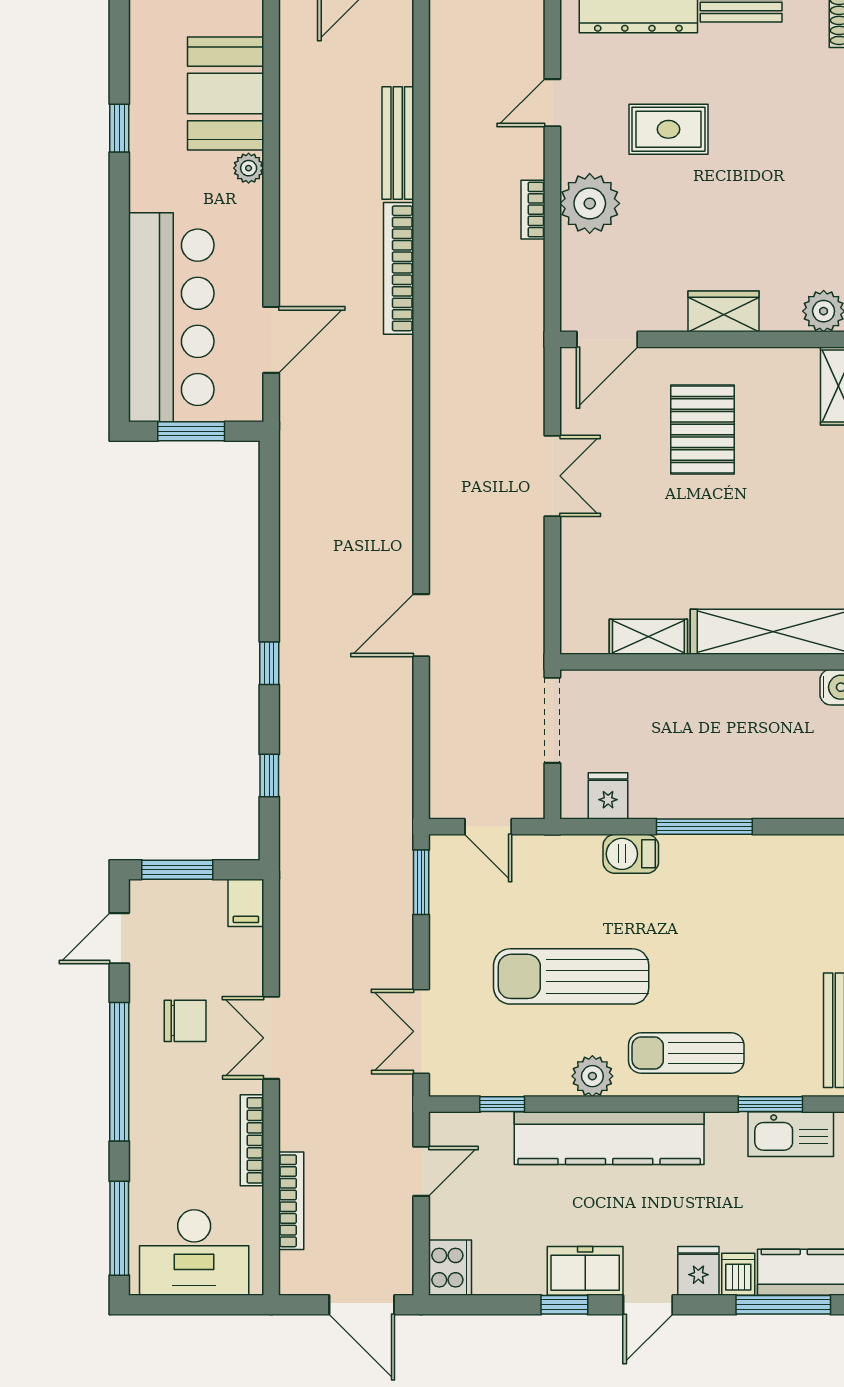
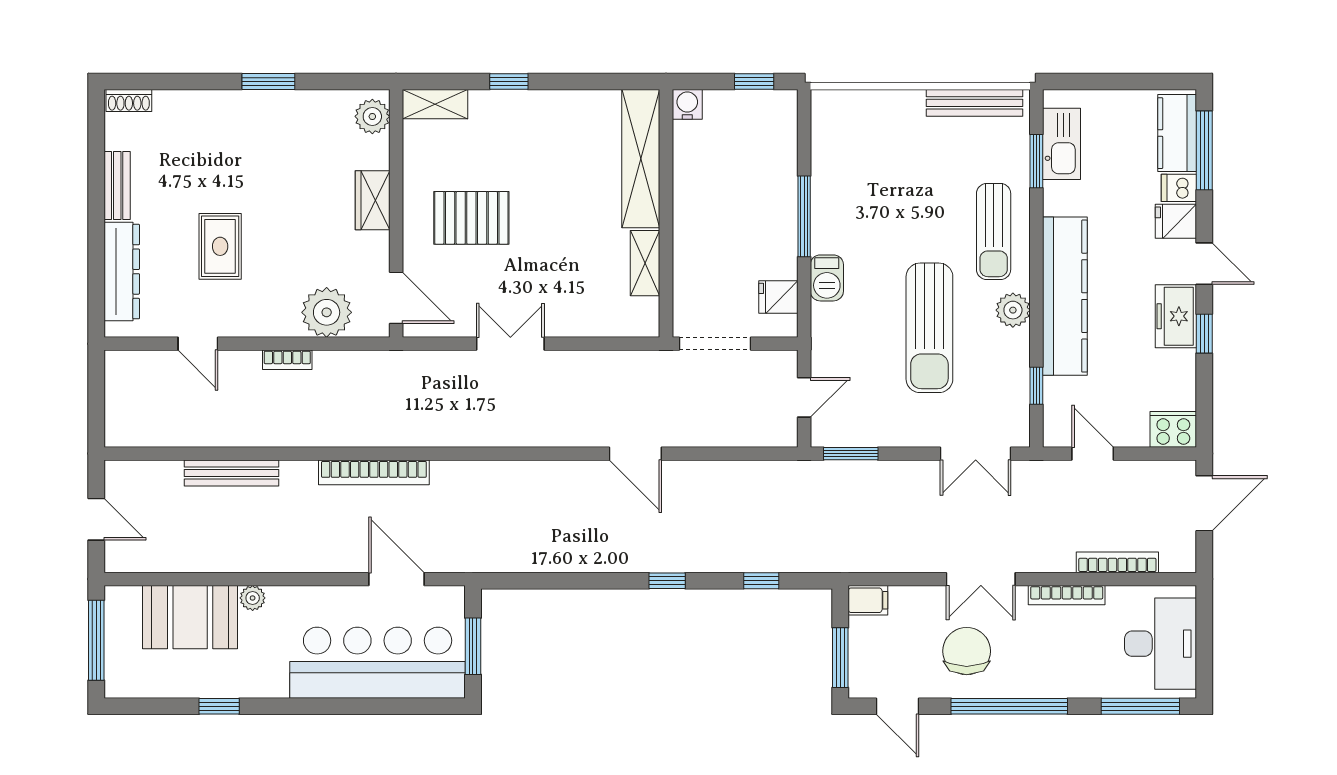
plant: (590, 203) -> (327, 312), moved
bookcase: (399, 268) -> (374, 472), moved
chair: (185, 1021) -> (967, 651), width x1.37, depth x1.37

